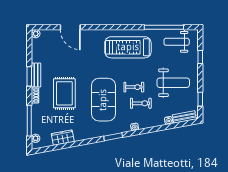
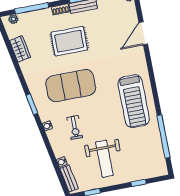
weight bench: (177, 42) -> (150, 154), removed
treadmill: (128, 47) -> (134, 101), turned 180
exercise bike: (134, 87) -> (91, 116), removed

